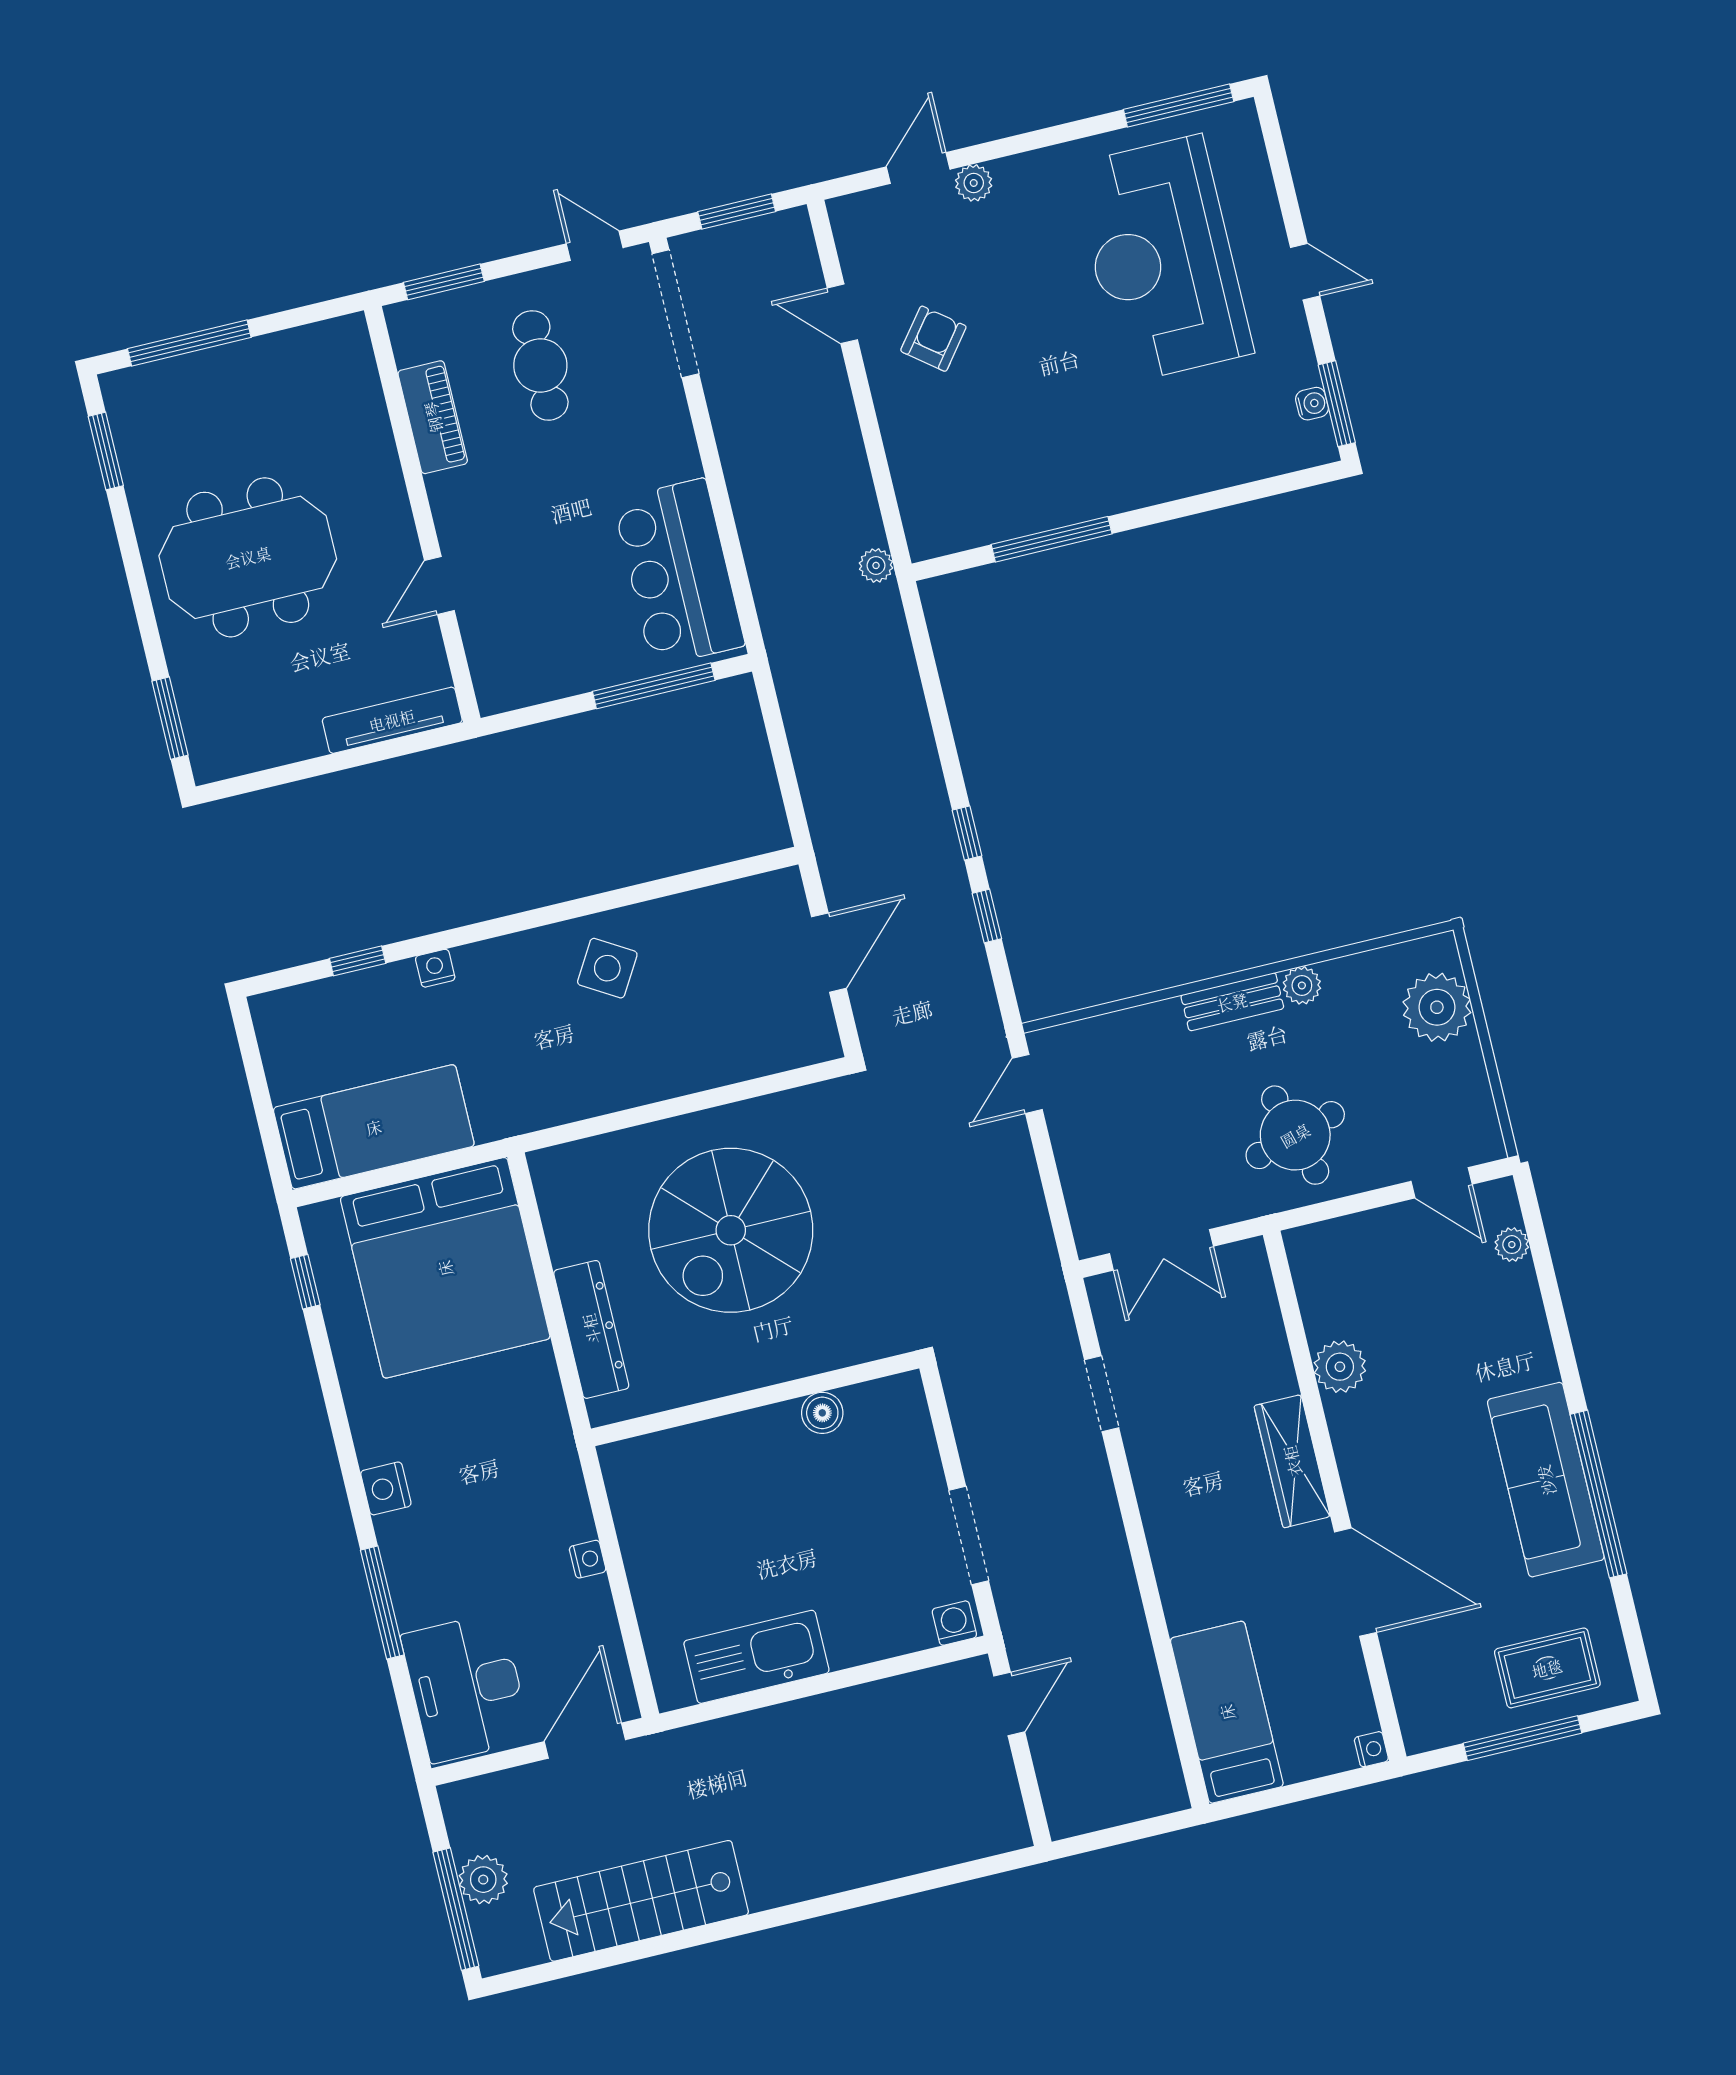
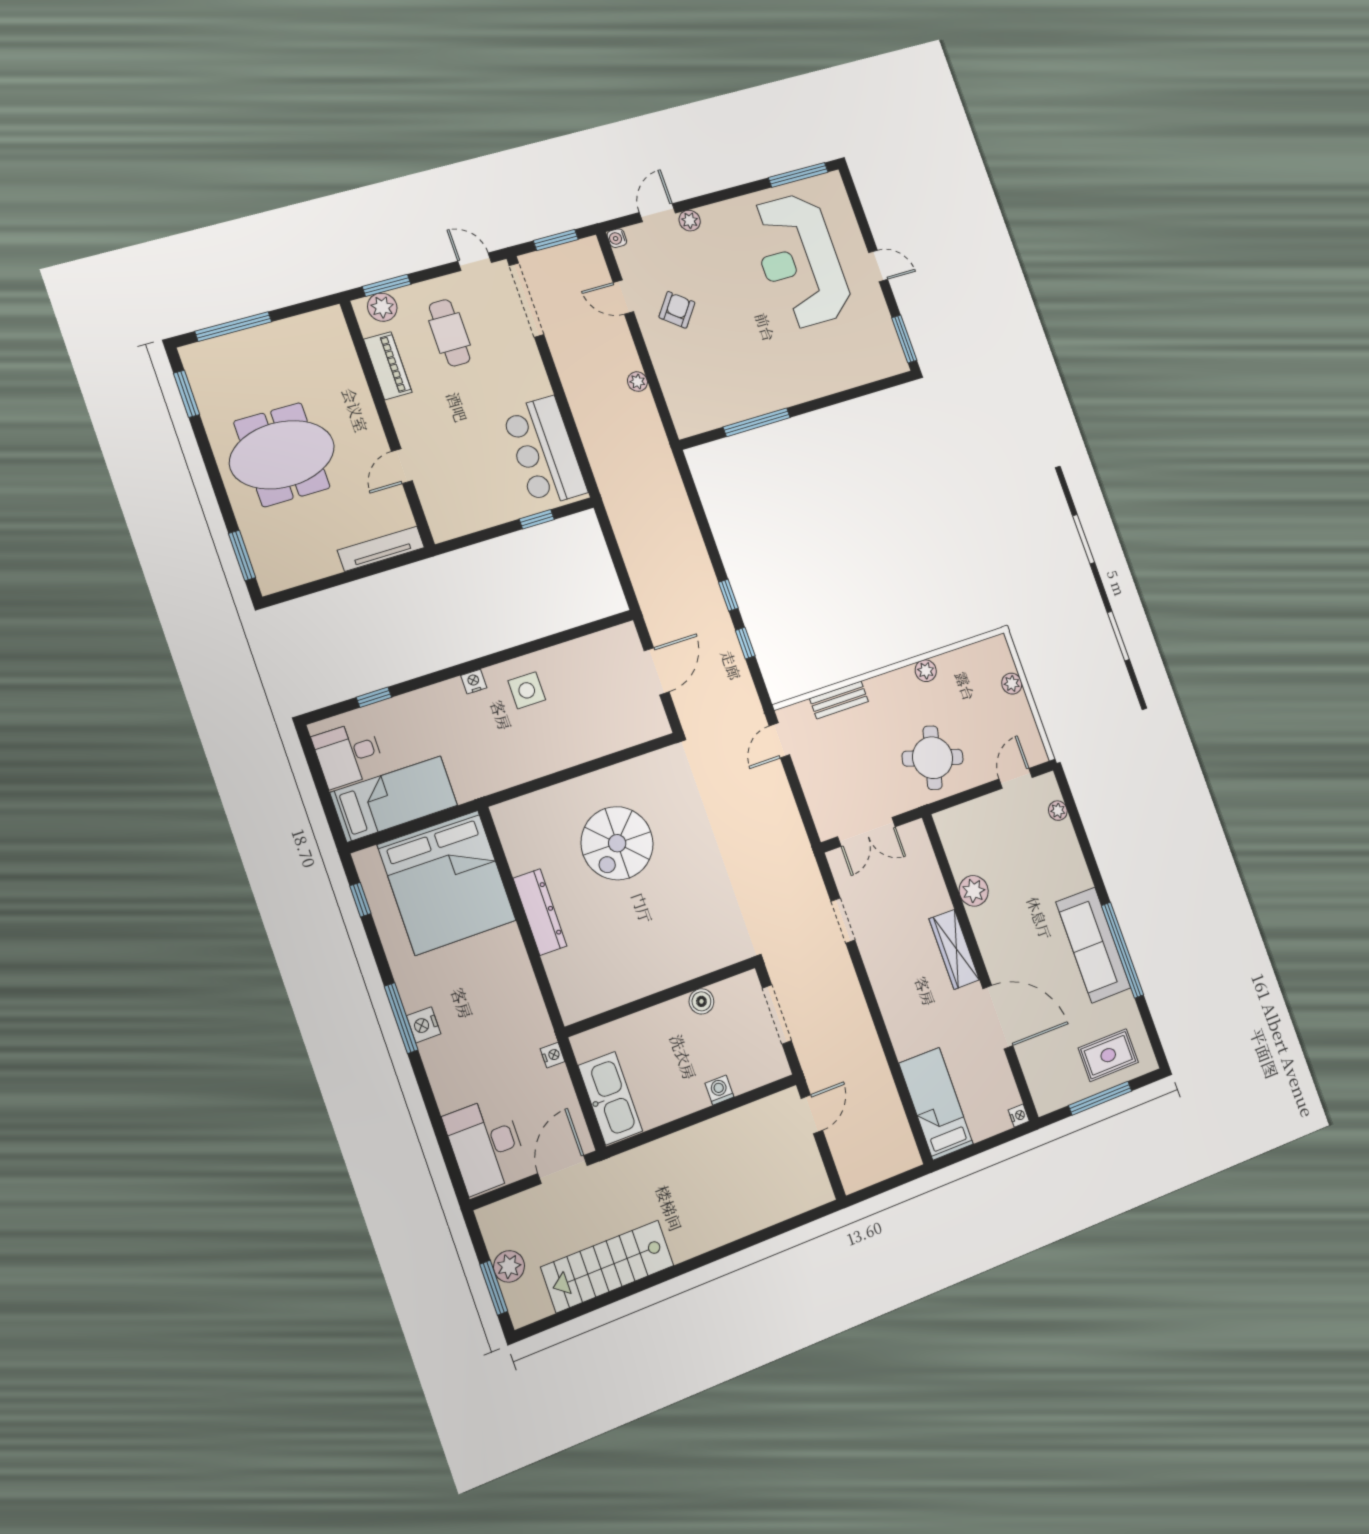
plant: (433, 318) -> (382, 307), added
water cooler: (1312, 404) -> (617, 238), moved, turned 180
plant: (876, 565) -> (637, 382), moved
window: (654, 686) -> (537, 519), width x0.46
nightstand: (435, 968) -> (474, 682), moved
side table: (607, 968) -> (527, 690), turned -31
bench: (1232, 1002) -> (839, 700), moved
plant: (1437, 1007) -> (1012, 684), width x0.53, depth x0.53
desk: (308, 1049) -> (349, 754), added
round table: (1295, 1135) -> (933, 758), turned 32
door: (1442, 1183) -> (1016, 778), swing flipped
spiral stairs: (731, 1230) -> (617, 843), width x0.73, depth x0.73
wall: (755, 1398) -> (661, 997), moved
boiler: (822, 1413) -> (701, 1001), moved
window: (382, 1603) -> (401, 1018), moved
washing machine: (954, 1623) -> (719, 1090), moved
kitchen sink: (756, 1657) -> (610, 1098), moved, turned 90
window: (456, 1909) -> (494, 1288), width x0.69

